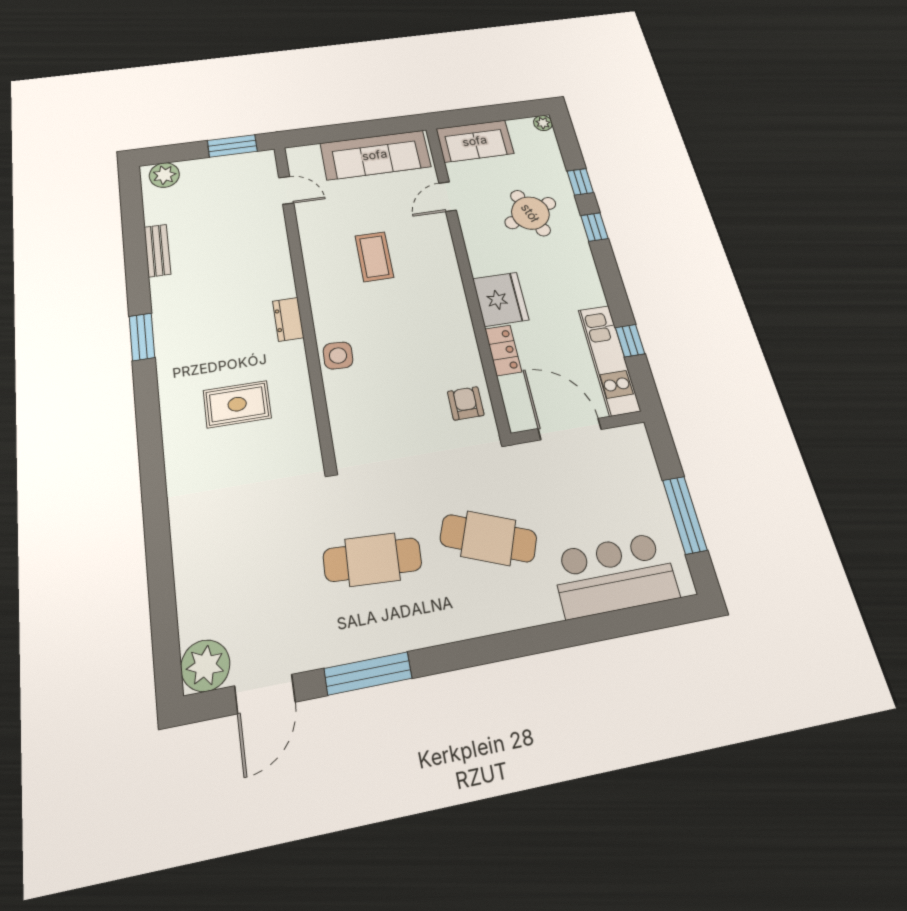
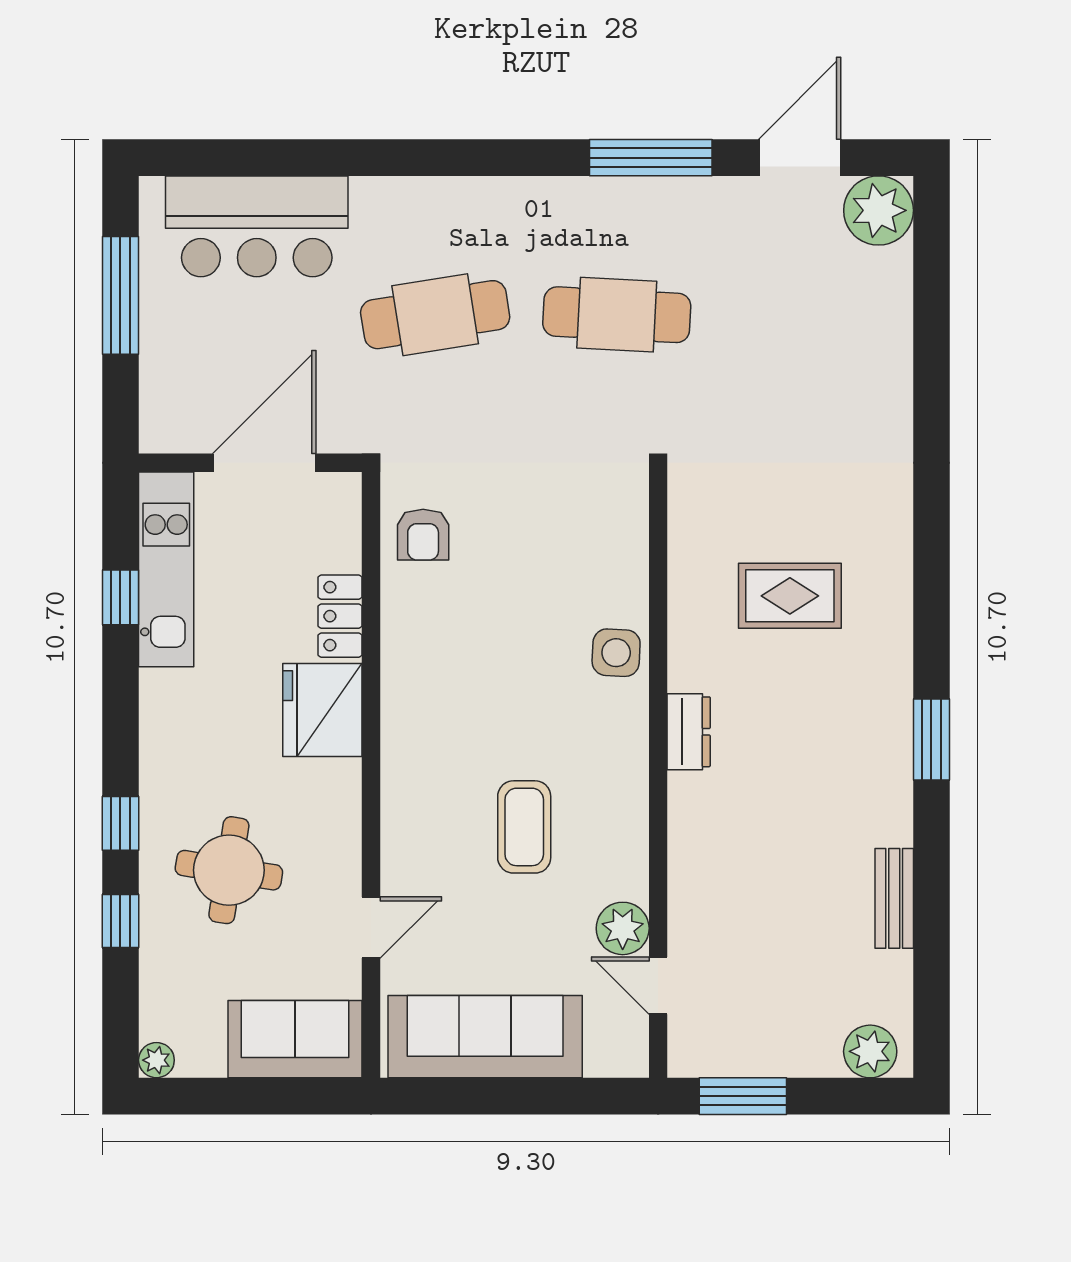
round table: (530, 213) -> (229, 870), turned 30
plant: (310, 215) -> (623, 928), added
door: (570, 429) -> (264, 463), swing flipped
cafe table: (488, 538) -> (435, 315), turned -30

